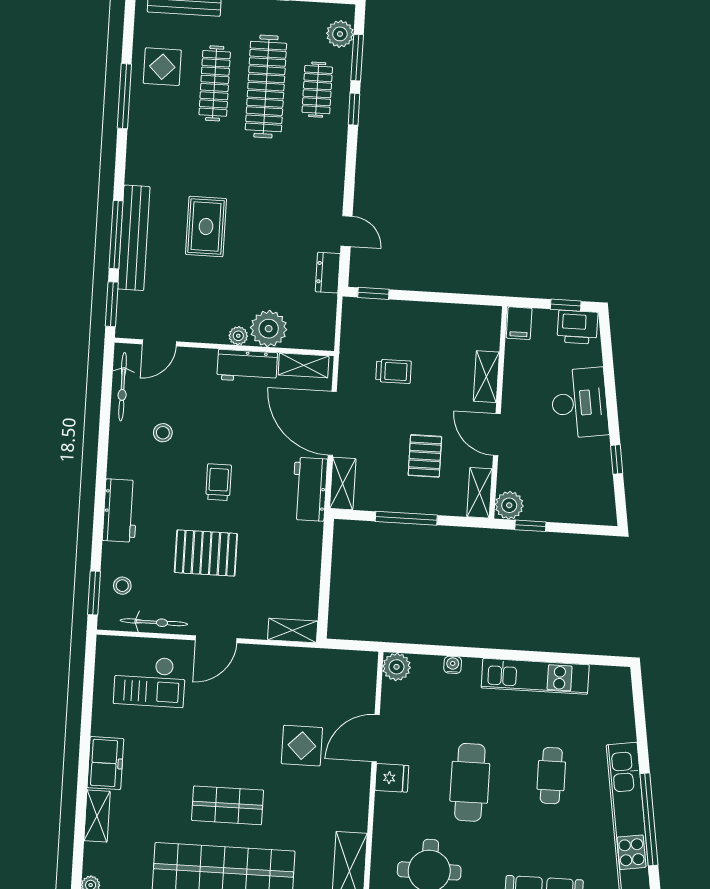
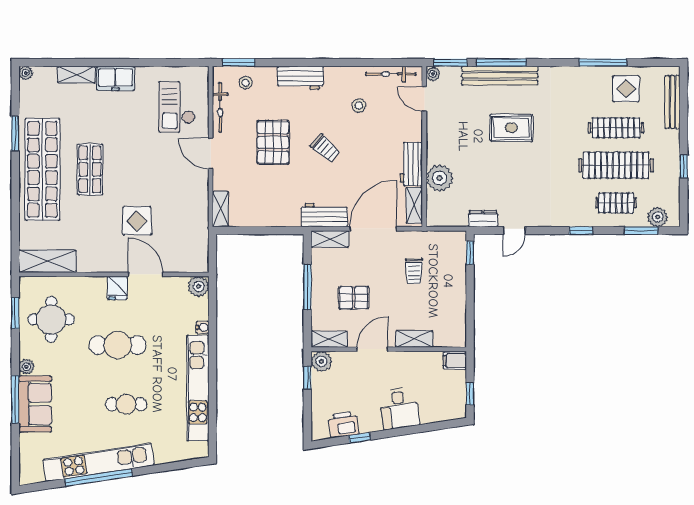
window: (354, 109) -> (581, 231), moved
printer: (578, 327) -> (343, 425), moved, turned 81
plant: (238, 336) -> (433, 74), moved
desk: (580, 403) -> (399, 408), width x0.73
trolley: (219, 482) -> (325, 148), turned 42
kitchen unit: (535, 676) -> (198, 388), width x1.36

